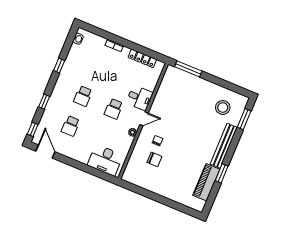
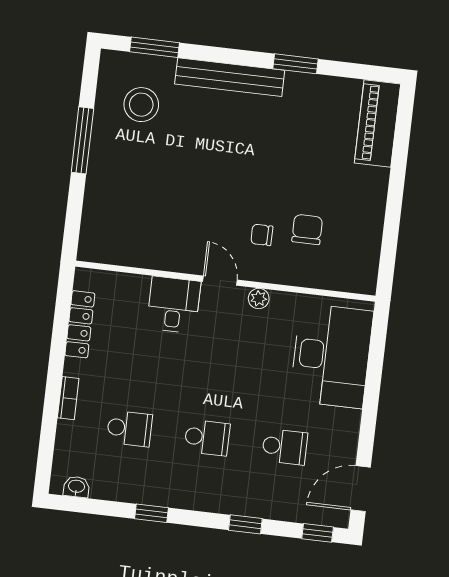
window: (188, 69) -> (82, 140), moved
school desk: (114, 109) -> (129, 429), moved
desk: (105, 160) -> (331, 356), width x1.36, depth x1.30
piano: (206, 182) -> (377, 123), moved, turned 90

